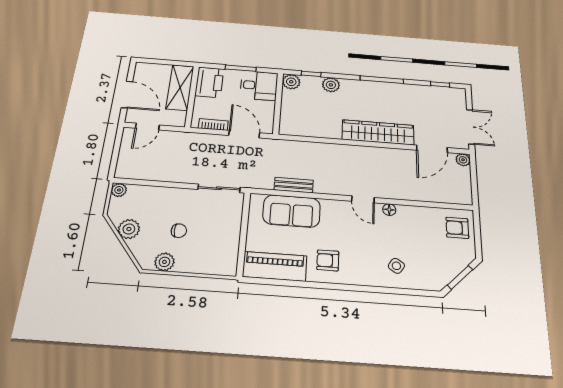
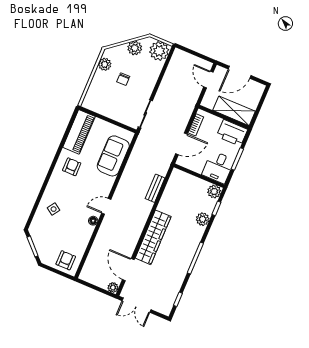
bench: (294, 185) -> (155, 188), moved
plant: (119, 190) -> (159, 51), width x1.87, depth x1.87

